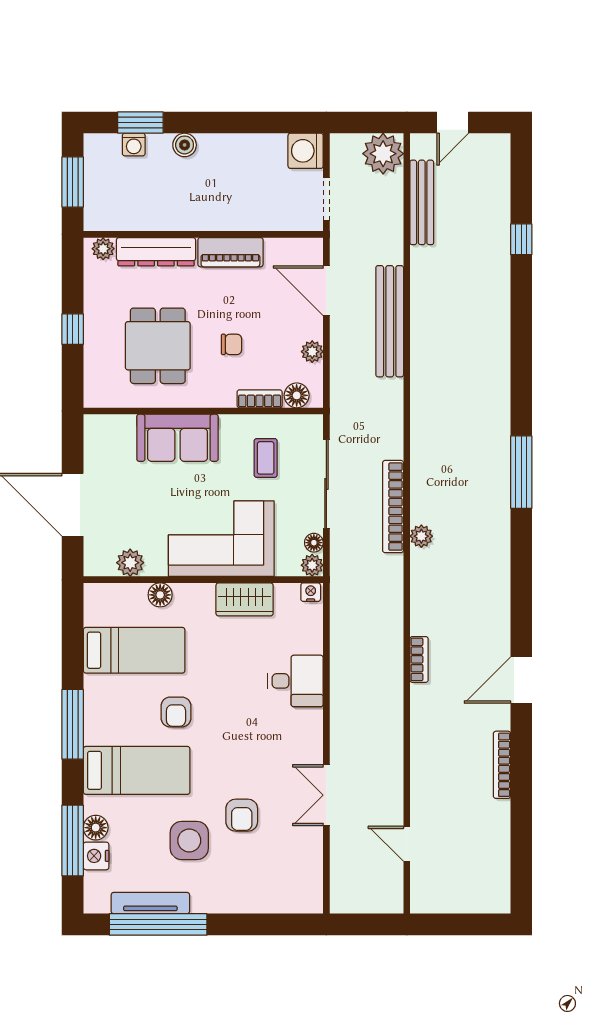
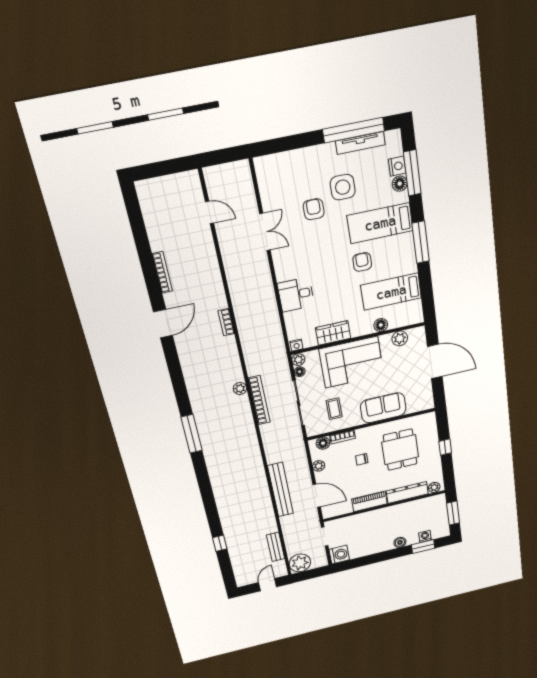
bench: (422, 202) -> (275, 547), width x0.73

